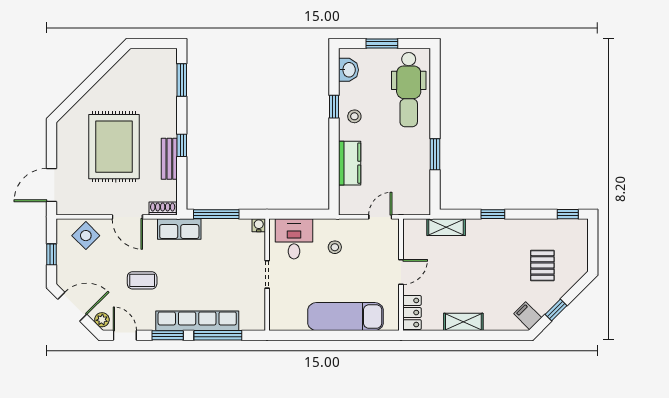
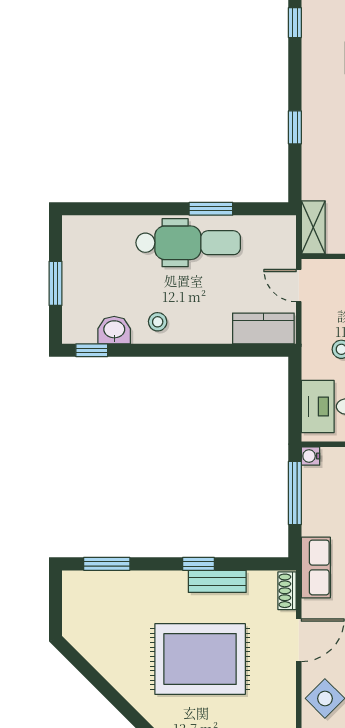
washbasin: (348, 70) -> (114, 330), moved
dental chair: (409, 90) -> (188, 243), moved
window: (334, 107) -> (92, 350), moved
kitchen counter: (350, 163) -> (263, 328), moved
window: (216, 214) -> (295, 493), moved
shelving: (446, 227) -> (313, 227), moved

